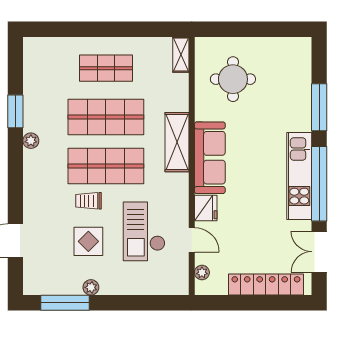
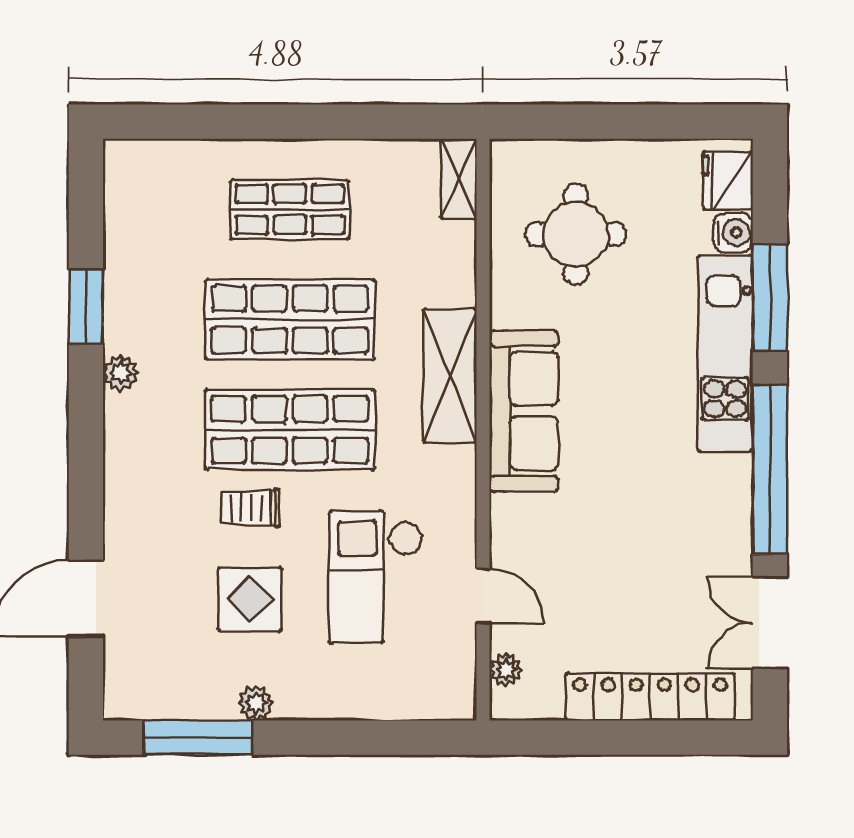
water cooler: (303, 78) -> (733, 232), added
kitchen unit: (299, 176) -> (725, 354), moved
fridge: (206, 208) -> (728, 180), moved, turned 180

